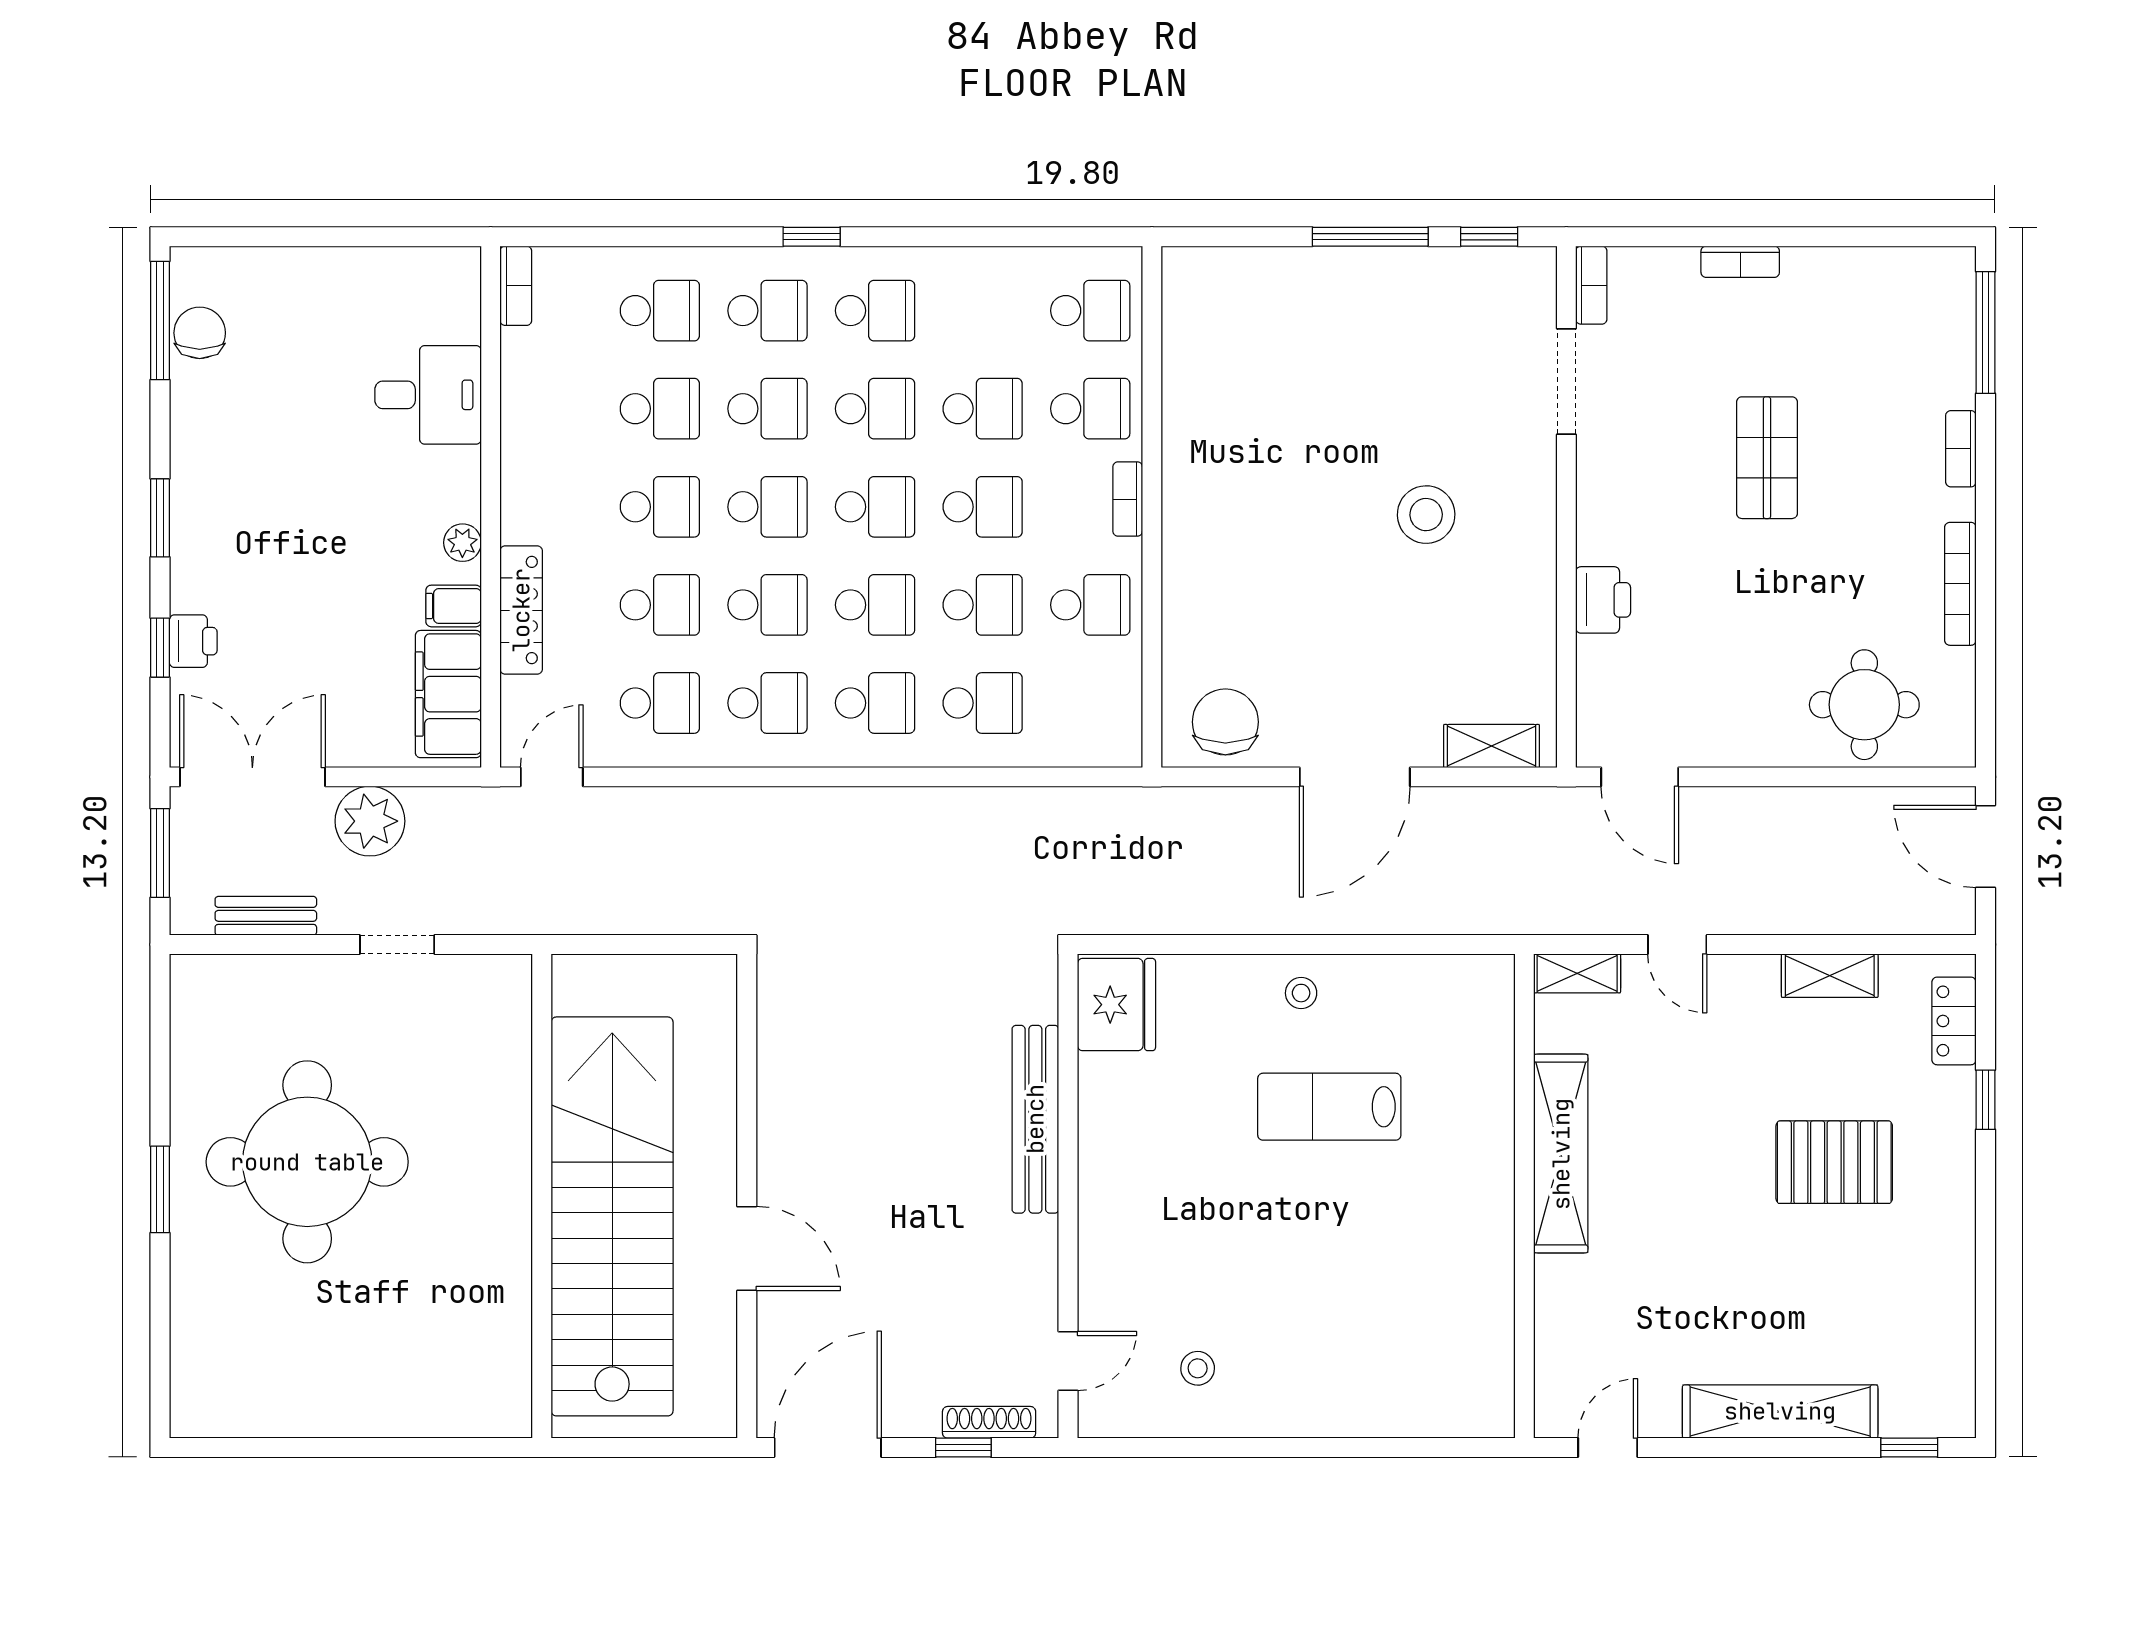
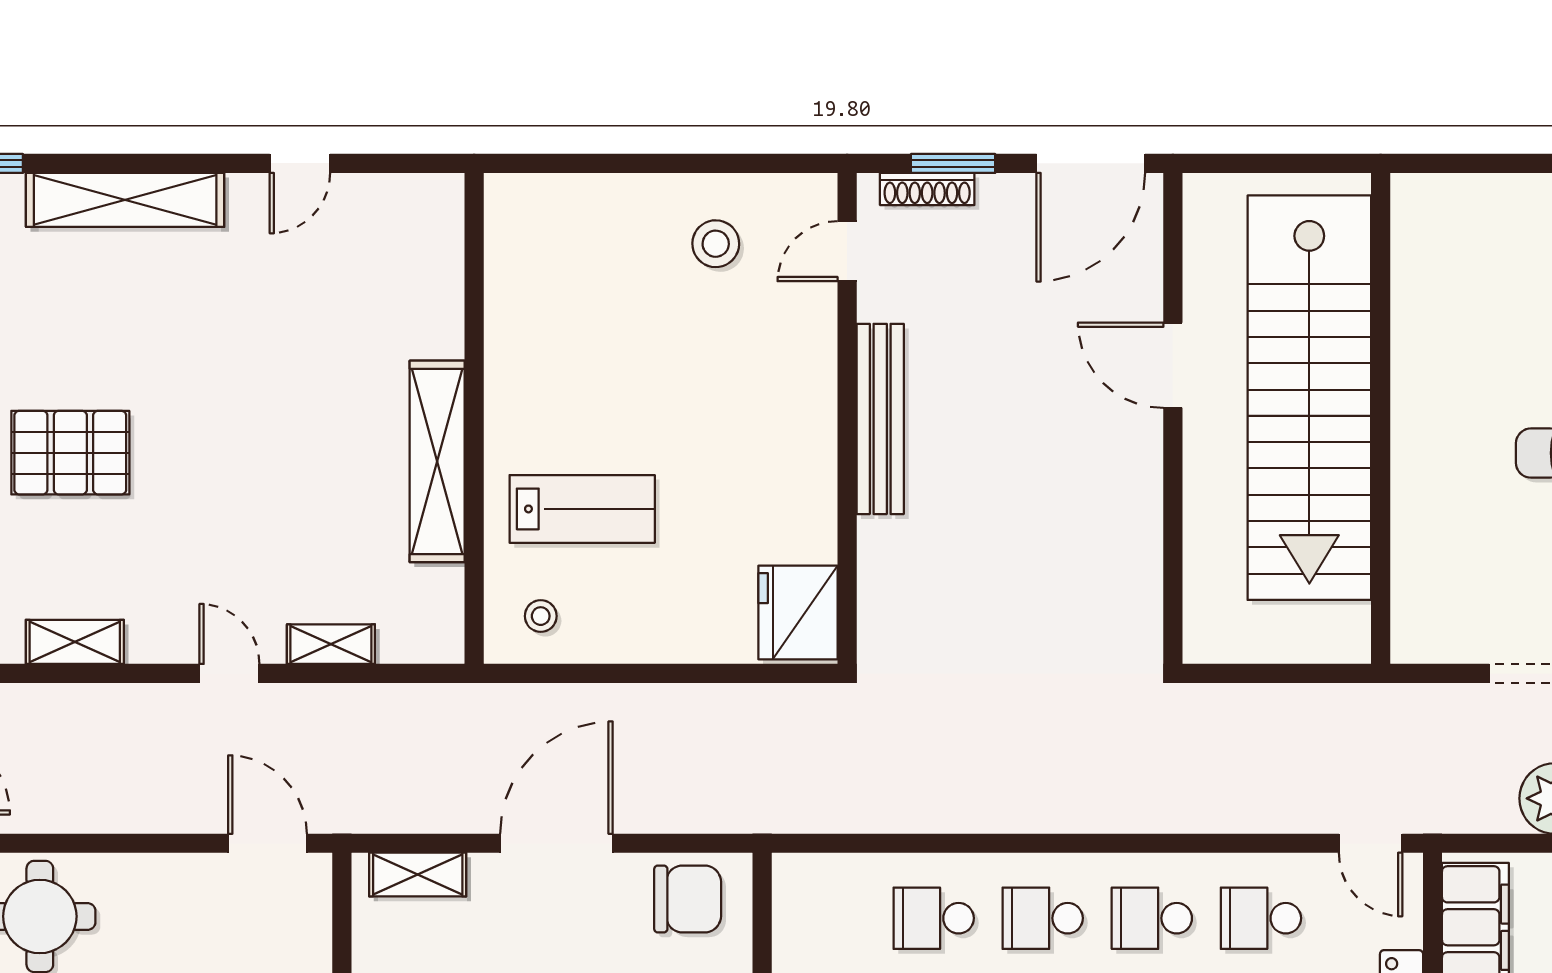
chair: (1225, 722) -> (688, 899), turned -90
door: (552, 777) -> (1371, 843), hinge flipped
stool: (1301, 993) -> (541, 616), moved
bench: (1035, 1119) -> (880, 419), moved
shelving: (1561, 1154) -> (437, 461), moved
wall: (1524, 1196) -> (474, 418), moved
stool: (1198, 1368) -> (716, 244), width x1.37, depth x1.37
window: (963, 1447) -> (953, 163), width x1.50

